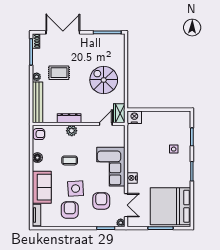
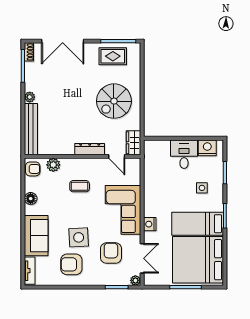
double door: (63, 32) -> (63, 41), swing flipped
rug: (59, 73) -> (113, 56), moved
spiral stairs: (104, 80) -> (114, 101), turned -90
nightstand: (134, 117) -> (207, 148), moved
dresser: (69, 118) -> (90, 149), moved
desk: (159, 122) -> (184, 154), added
door: (106, 124) -> (117, 156), swing flipped
plant: (72, 131) -> (53, 165), moved
coffee table: (70, 160) -> (80, 186), moved
bed: (170, 178) -> (198, 224), added
armchair: (70, 210) -> (71, 264), turned -90

